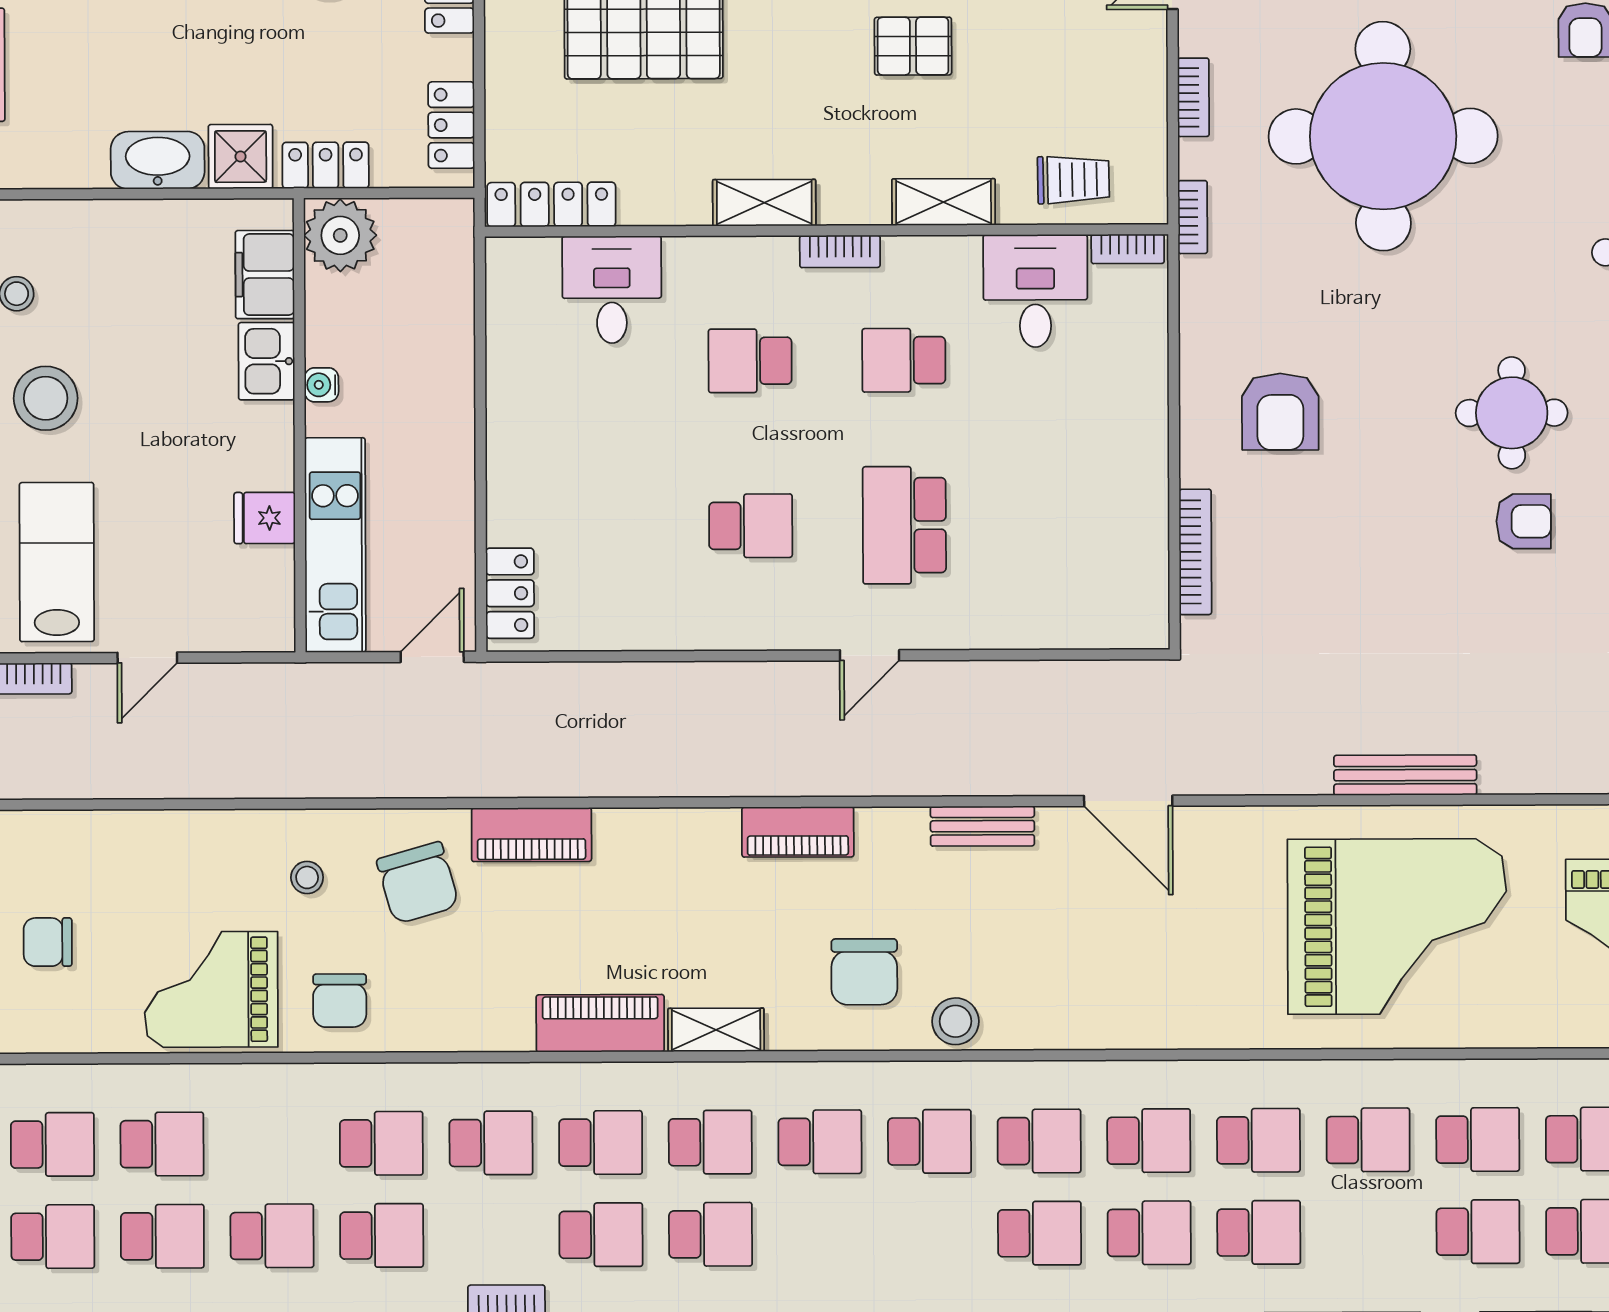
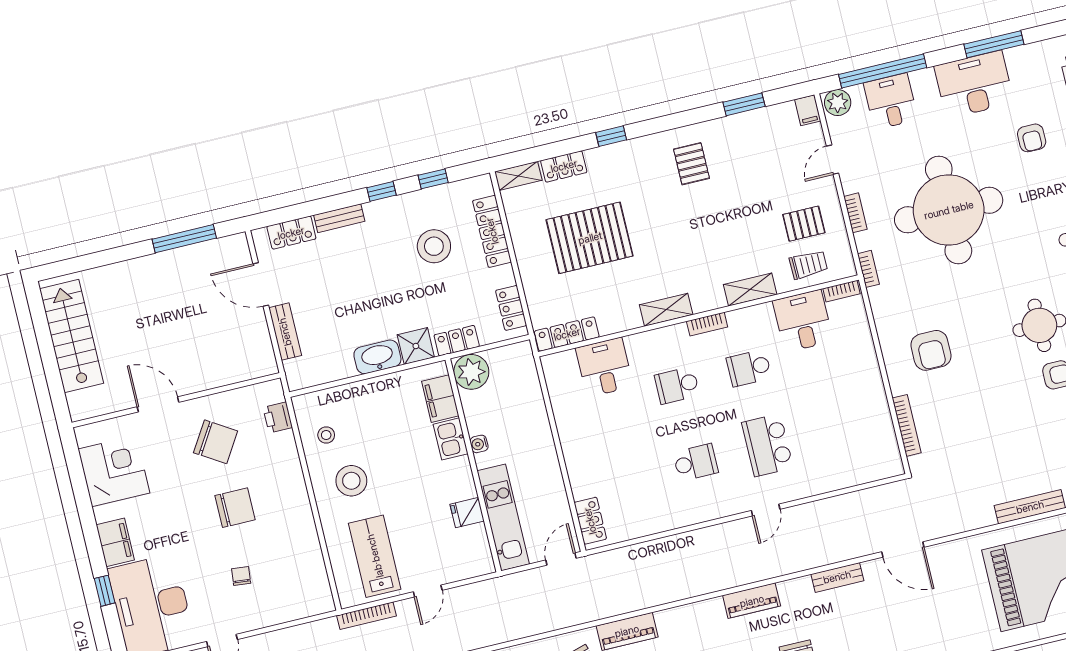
pallet: (913, 46) -> (804, 224), moved

